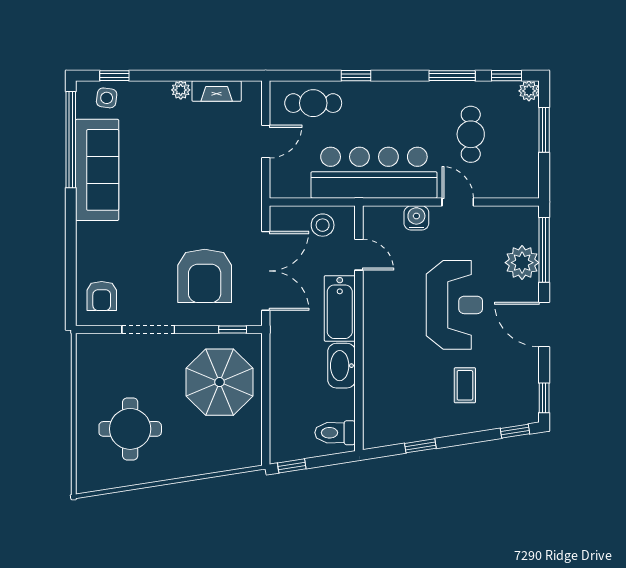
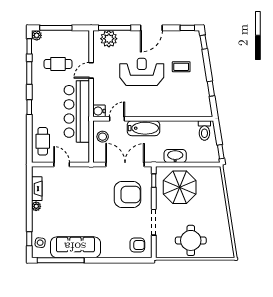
window: (356, 76) -> (29, 107), moved
window: (544, 130) -> (56, 28), width x1.44
water cooler: (416, 218) -> (99, 111), moved
plant: (522, 263) -> (109, 39), moved
washbasin: (342, 366) -> (175, 156), moved, turned 180
round table: (130, 429) -> (191, 240), moved

